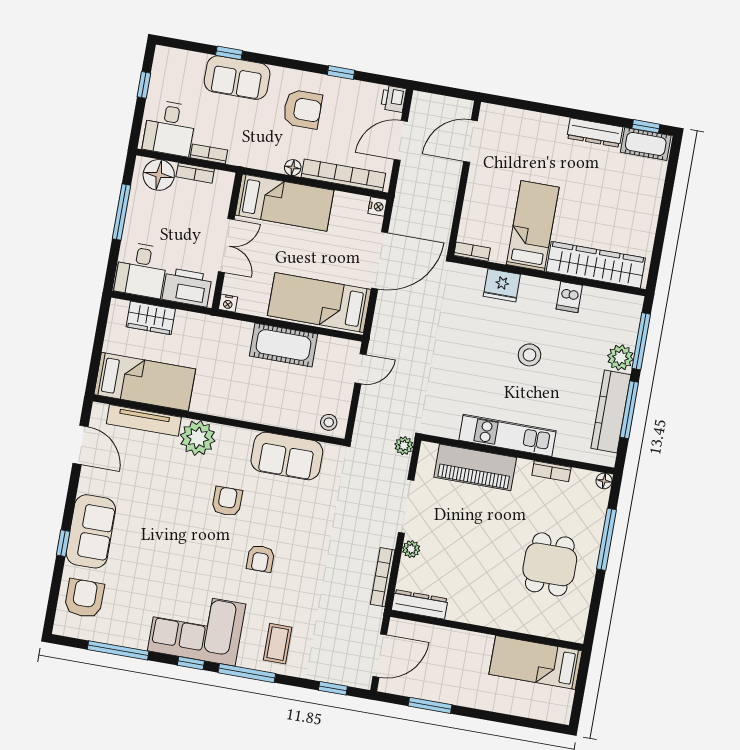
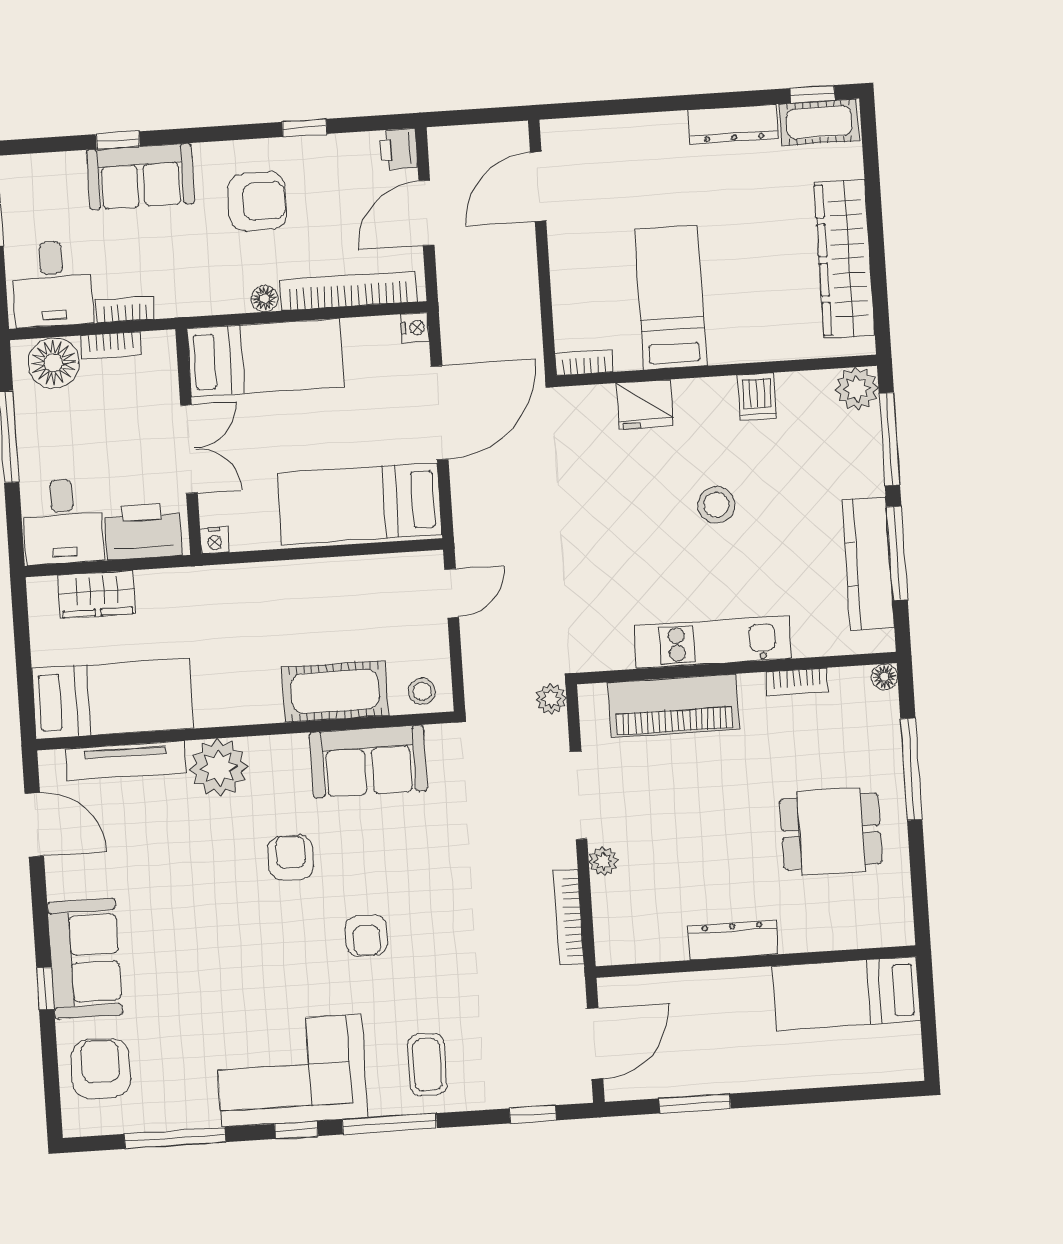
wardrobe: (596, 265) -> (844, 259), moved, turned -90
cot: (283, 345) -> (335, 691), moved
plant: (620, 358) -> (857, 389), moved
dining table: (550, 564) -> (831, 831), turned 90
dresser: (420, 604) -> (733, 940), moved

